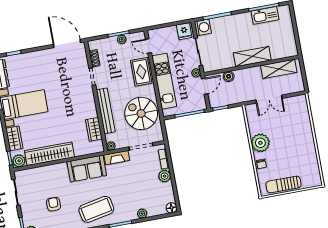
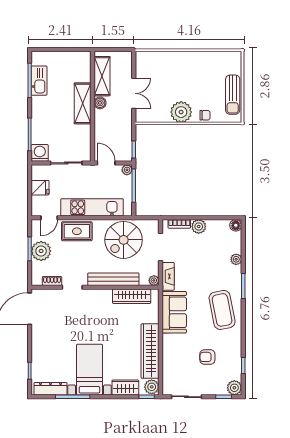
fridge: (184, 31) -> (40, 188), moved
plant: (122, 39) -> (41, 251), width x1.88, depth x1.88
plant: (196, 73) -> (127, 170), moved
boiler: (229, 76) -> (100, 103), moved
wardrobe: (94, 129) -> (132, 296), width x1.50

